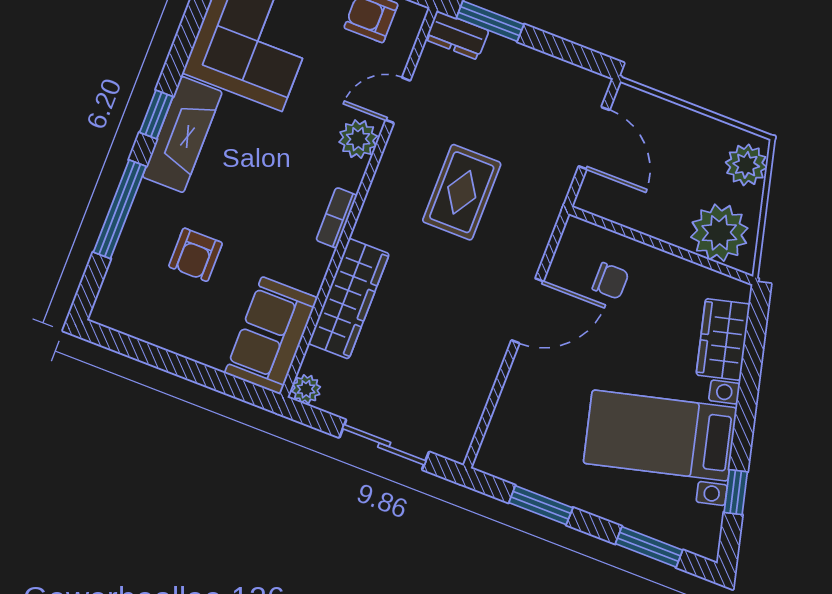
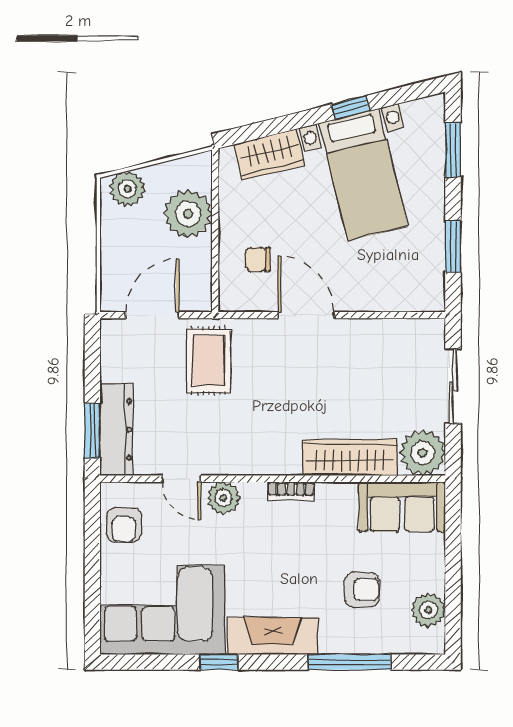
dresser: (457, 35) -> (116, 430), width x1.96, depth x1.24
window: (156, 114) -> (219, 662), moved
rug: (462, 192) -> (209, 360), moved, turned 90
plant: (719, 233) -> (188, 214), moved
chair: (611, 281) -> (258, 260), turned -90
plant: (144, 320) -> (428, 610), added
plant: (306, 389) -> (423, 453), width x1.88, depth x1.88
window: (736, 492) -> (350, 107), moved

